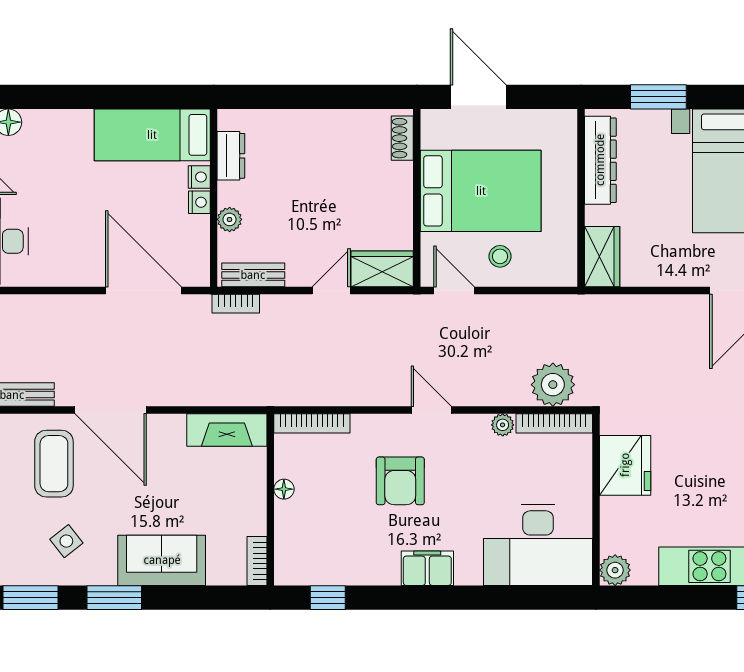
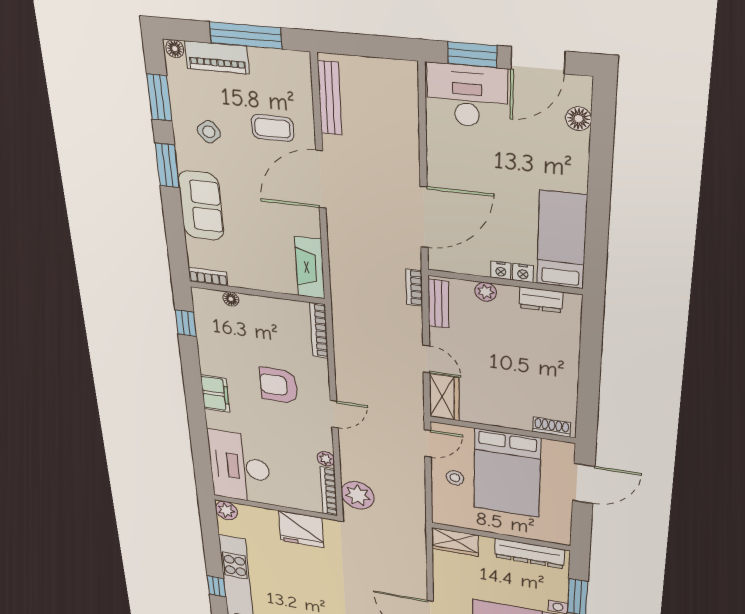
coffee table: (54, 464) -> (273, 128), width x0.73, depth x0.77
floor lamp: (284, 489) -> (231, 299), moved

